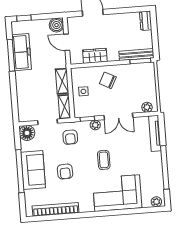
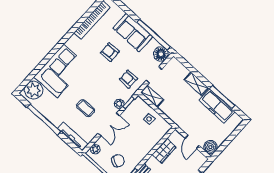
window: (24, 18) -> (237, 131), removed
door: (67, 42) -> (192, 142), swing flipped
chair: (108, 80) -> (118, 161), moved
shelving: (62, 81) -> (196, 84), moved
double door: (118, 116) -> (109, 124), swing flipped
coffee table: (104, 160) -> (86, 108), moved
window: (20, 171) -> (154, 35), moved
plant: (156, 202) -> (34, 90), width x1.87, depth x1.87

